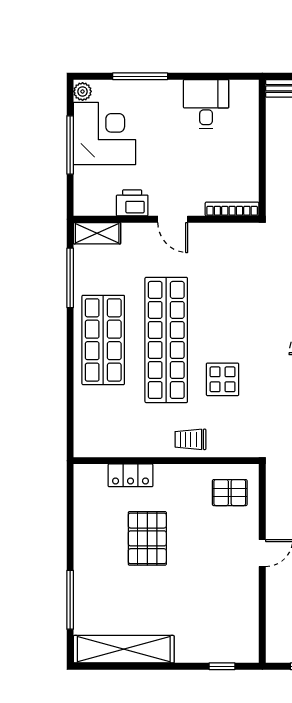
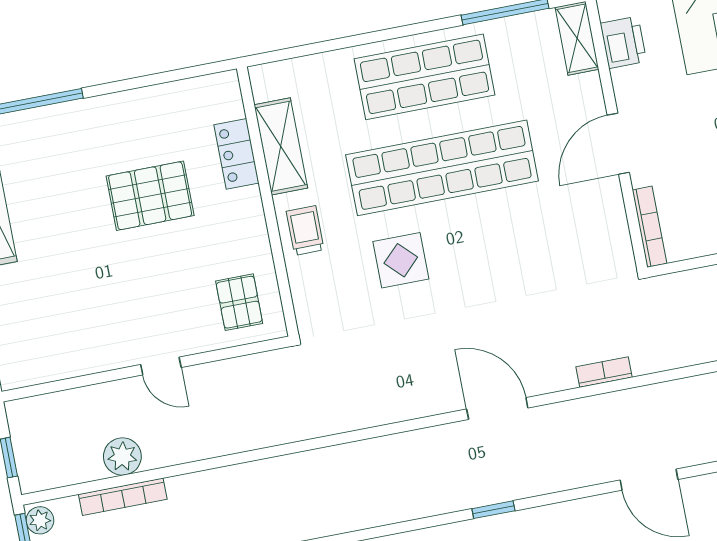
printer: (132, 203) -> (623, 42), moved
door: (173, 219) -> (618, 144), width x1.38
shelving: (131, 445) -> (281, 146), added

